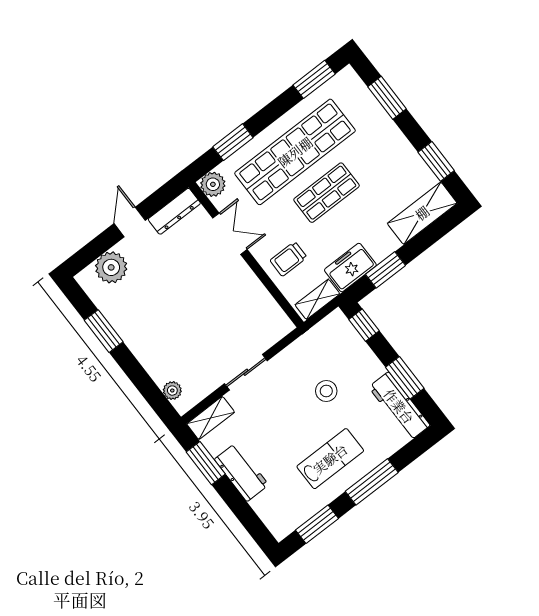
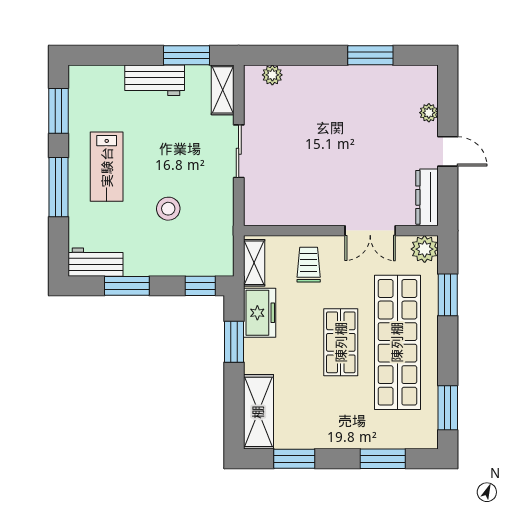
plant: (111, 267) -> (429, 113), width x0.53, depth x0.53
workbench: (399, 406) -> (96, 262), width x0.73

